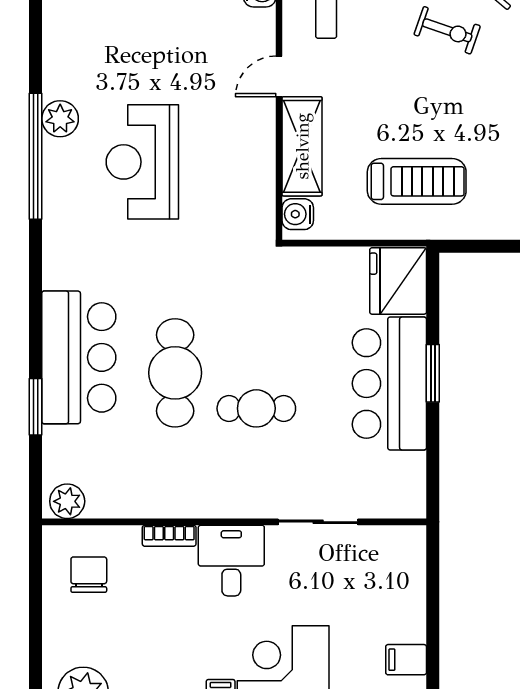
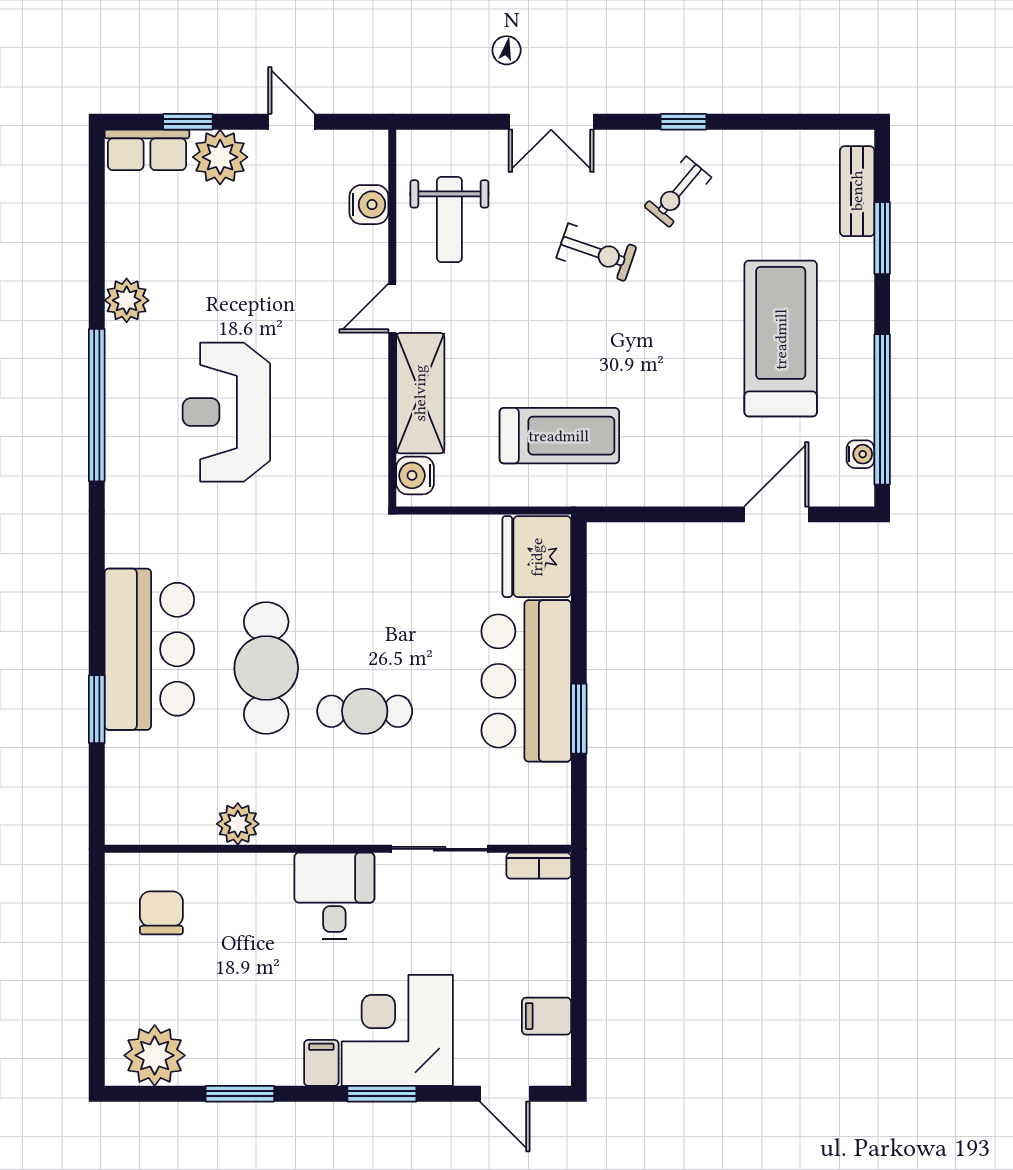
plant: (60, 119) -> (127, 300), moved
window: (433, 373) -> (579, 719), moved
plant: (67, 501) -> (238, 824), moved
bookcase: (169, 536) -> (539, 866), moved

